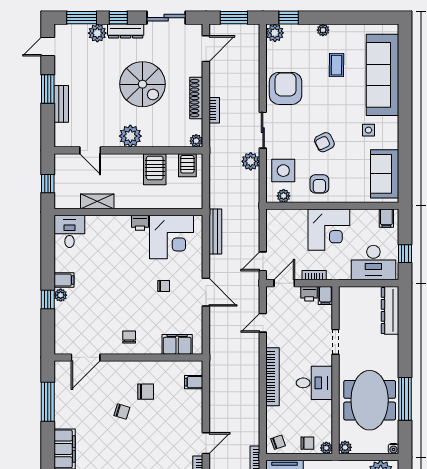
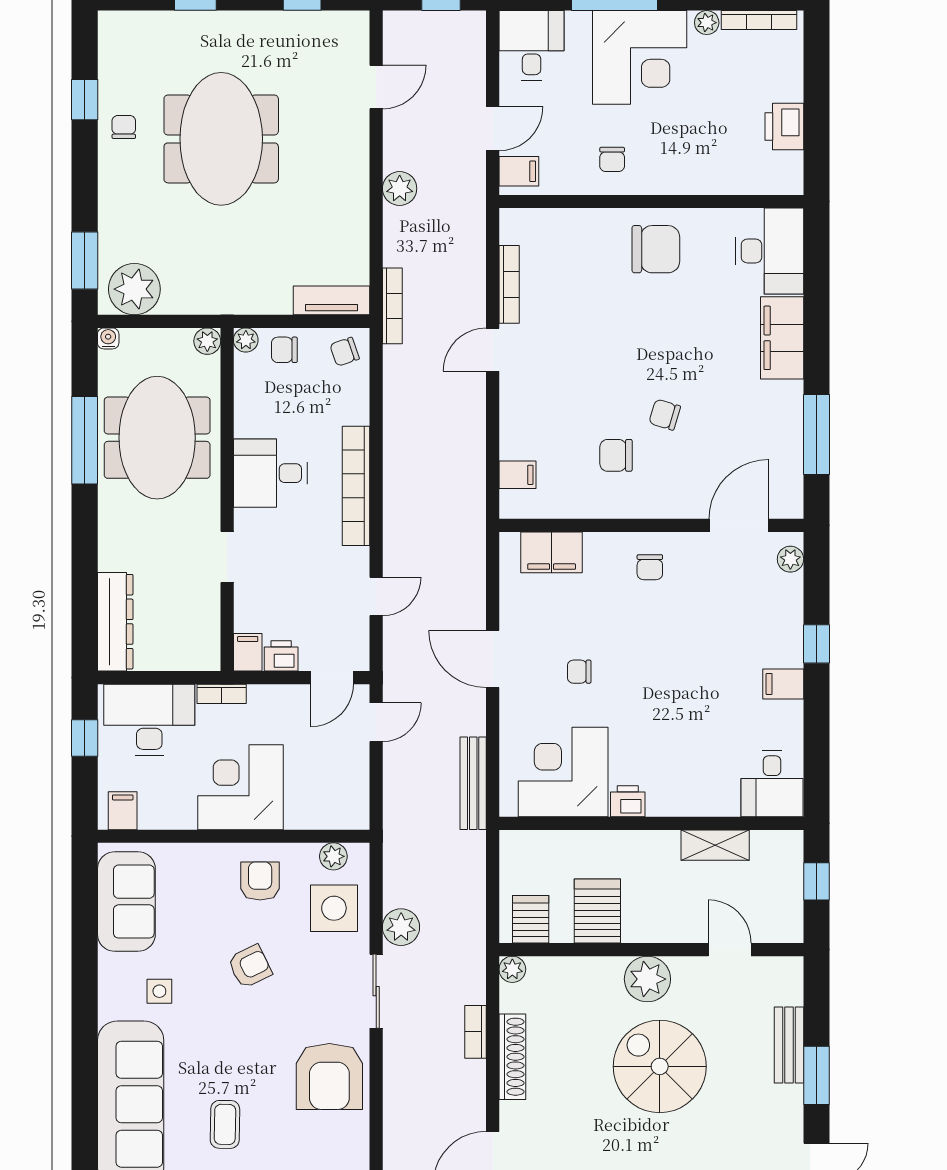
spiral stairs: (143, 84) -> (660, 1066), moved
bookcase: (314, 275) -> (222, 694), moved
plant: (61, 295) -> (790, 559), moved

